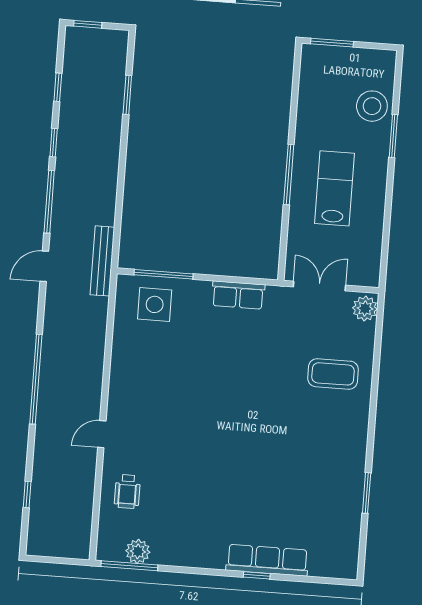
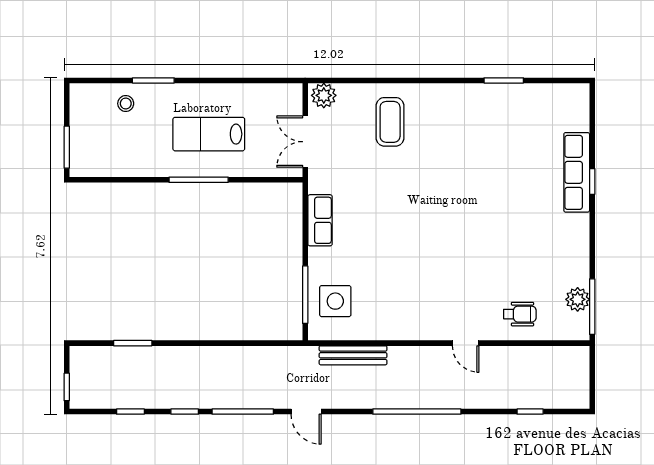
stool: (372, 106) -> (126, 104), width x0.53, depth x0.53
bench: (102, 261) -> (353, 355), moved

